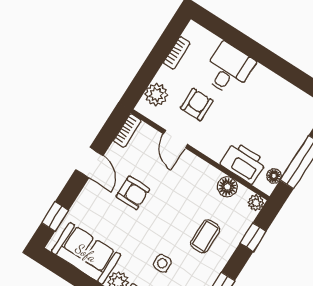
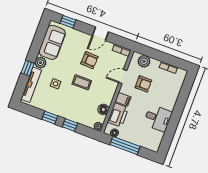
desk: (229, 69) -> (158, 118), moved
filing cabinet: (217, 148) -> (123, 99), added
armchair: (133, 193) -> (89, 60), turned -87
coffee table: (205, 236) -> (82, 82), moved
window: (253, 237) -> (70, 125), moved

